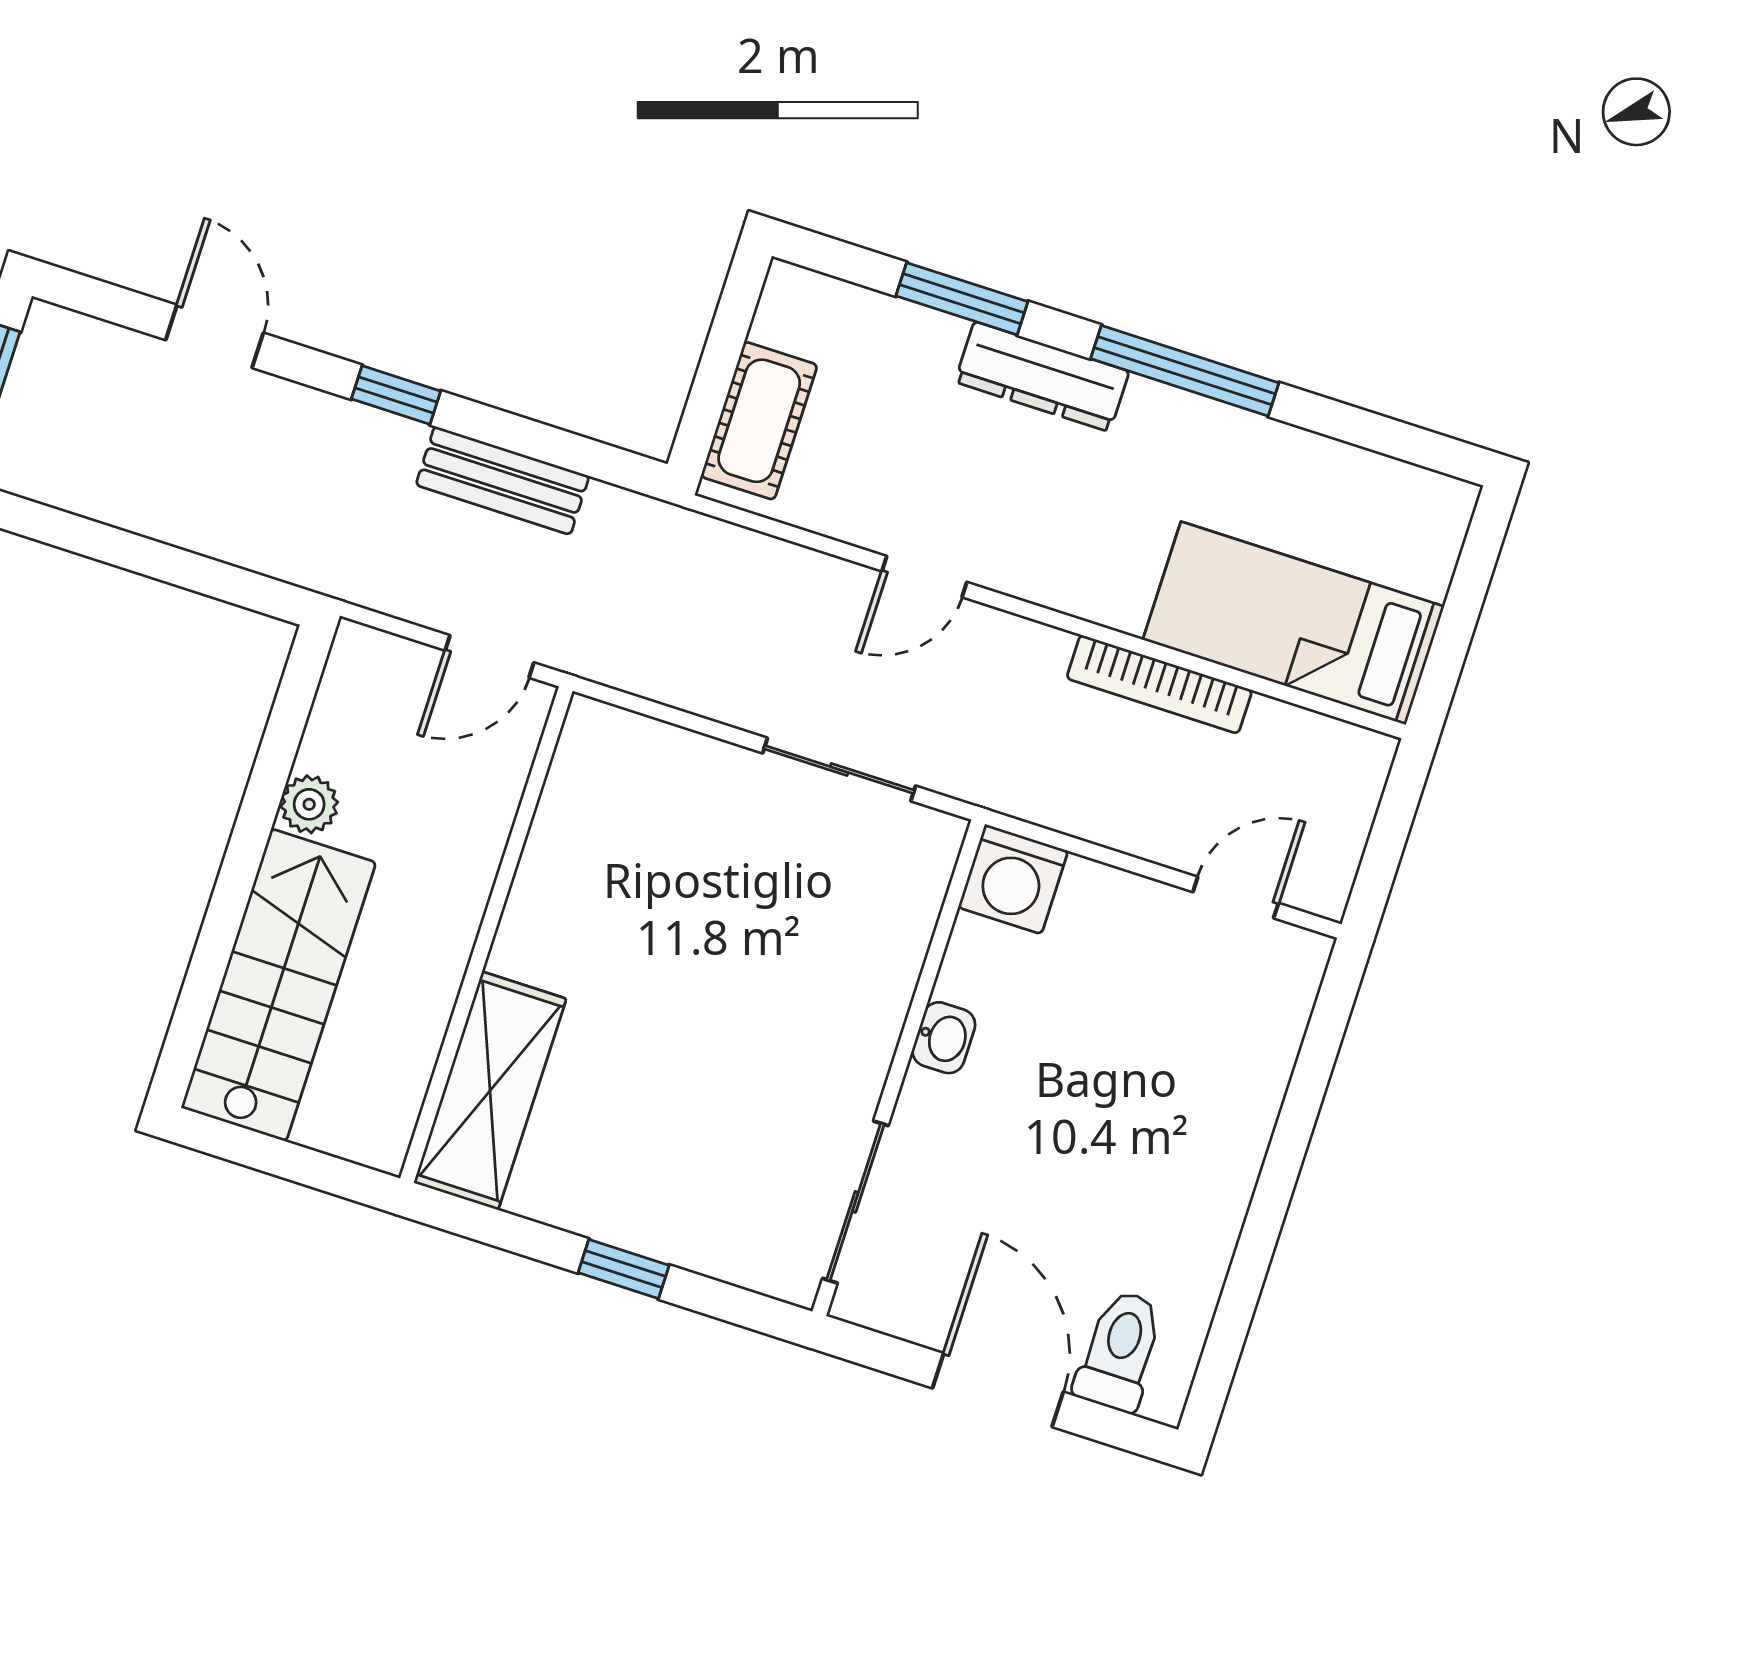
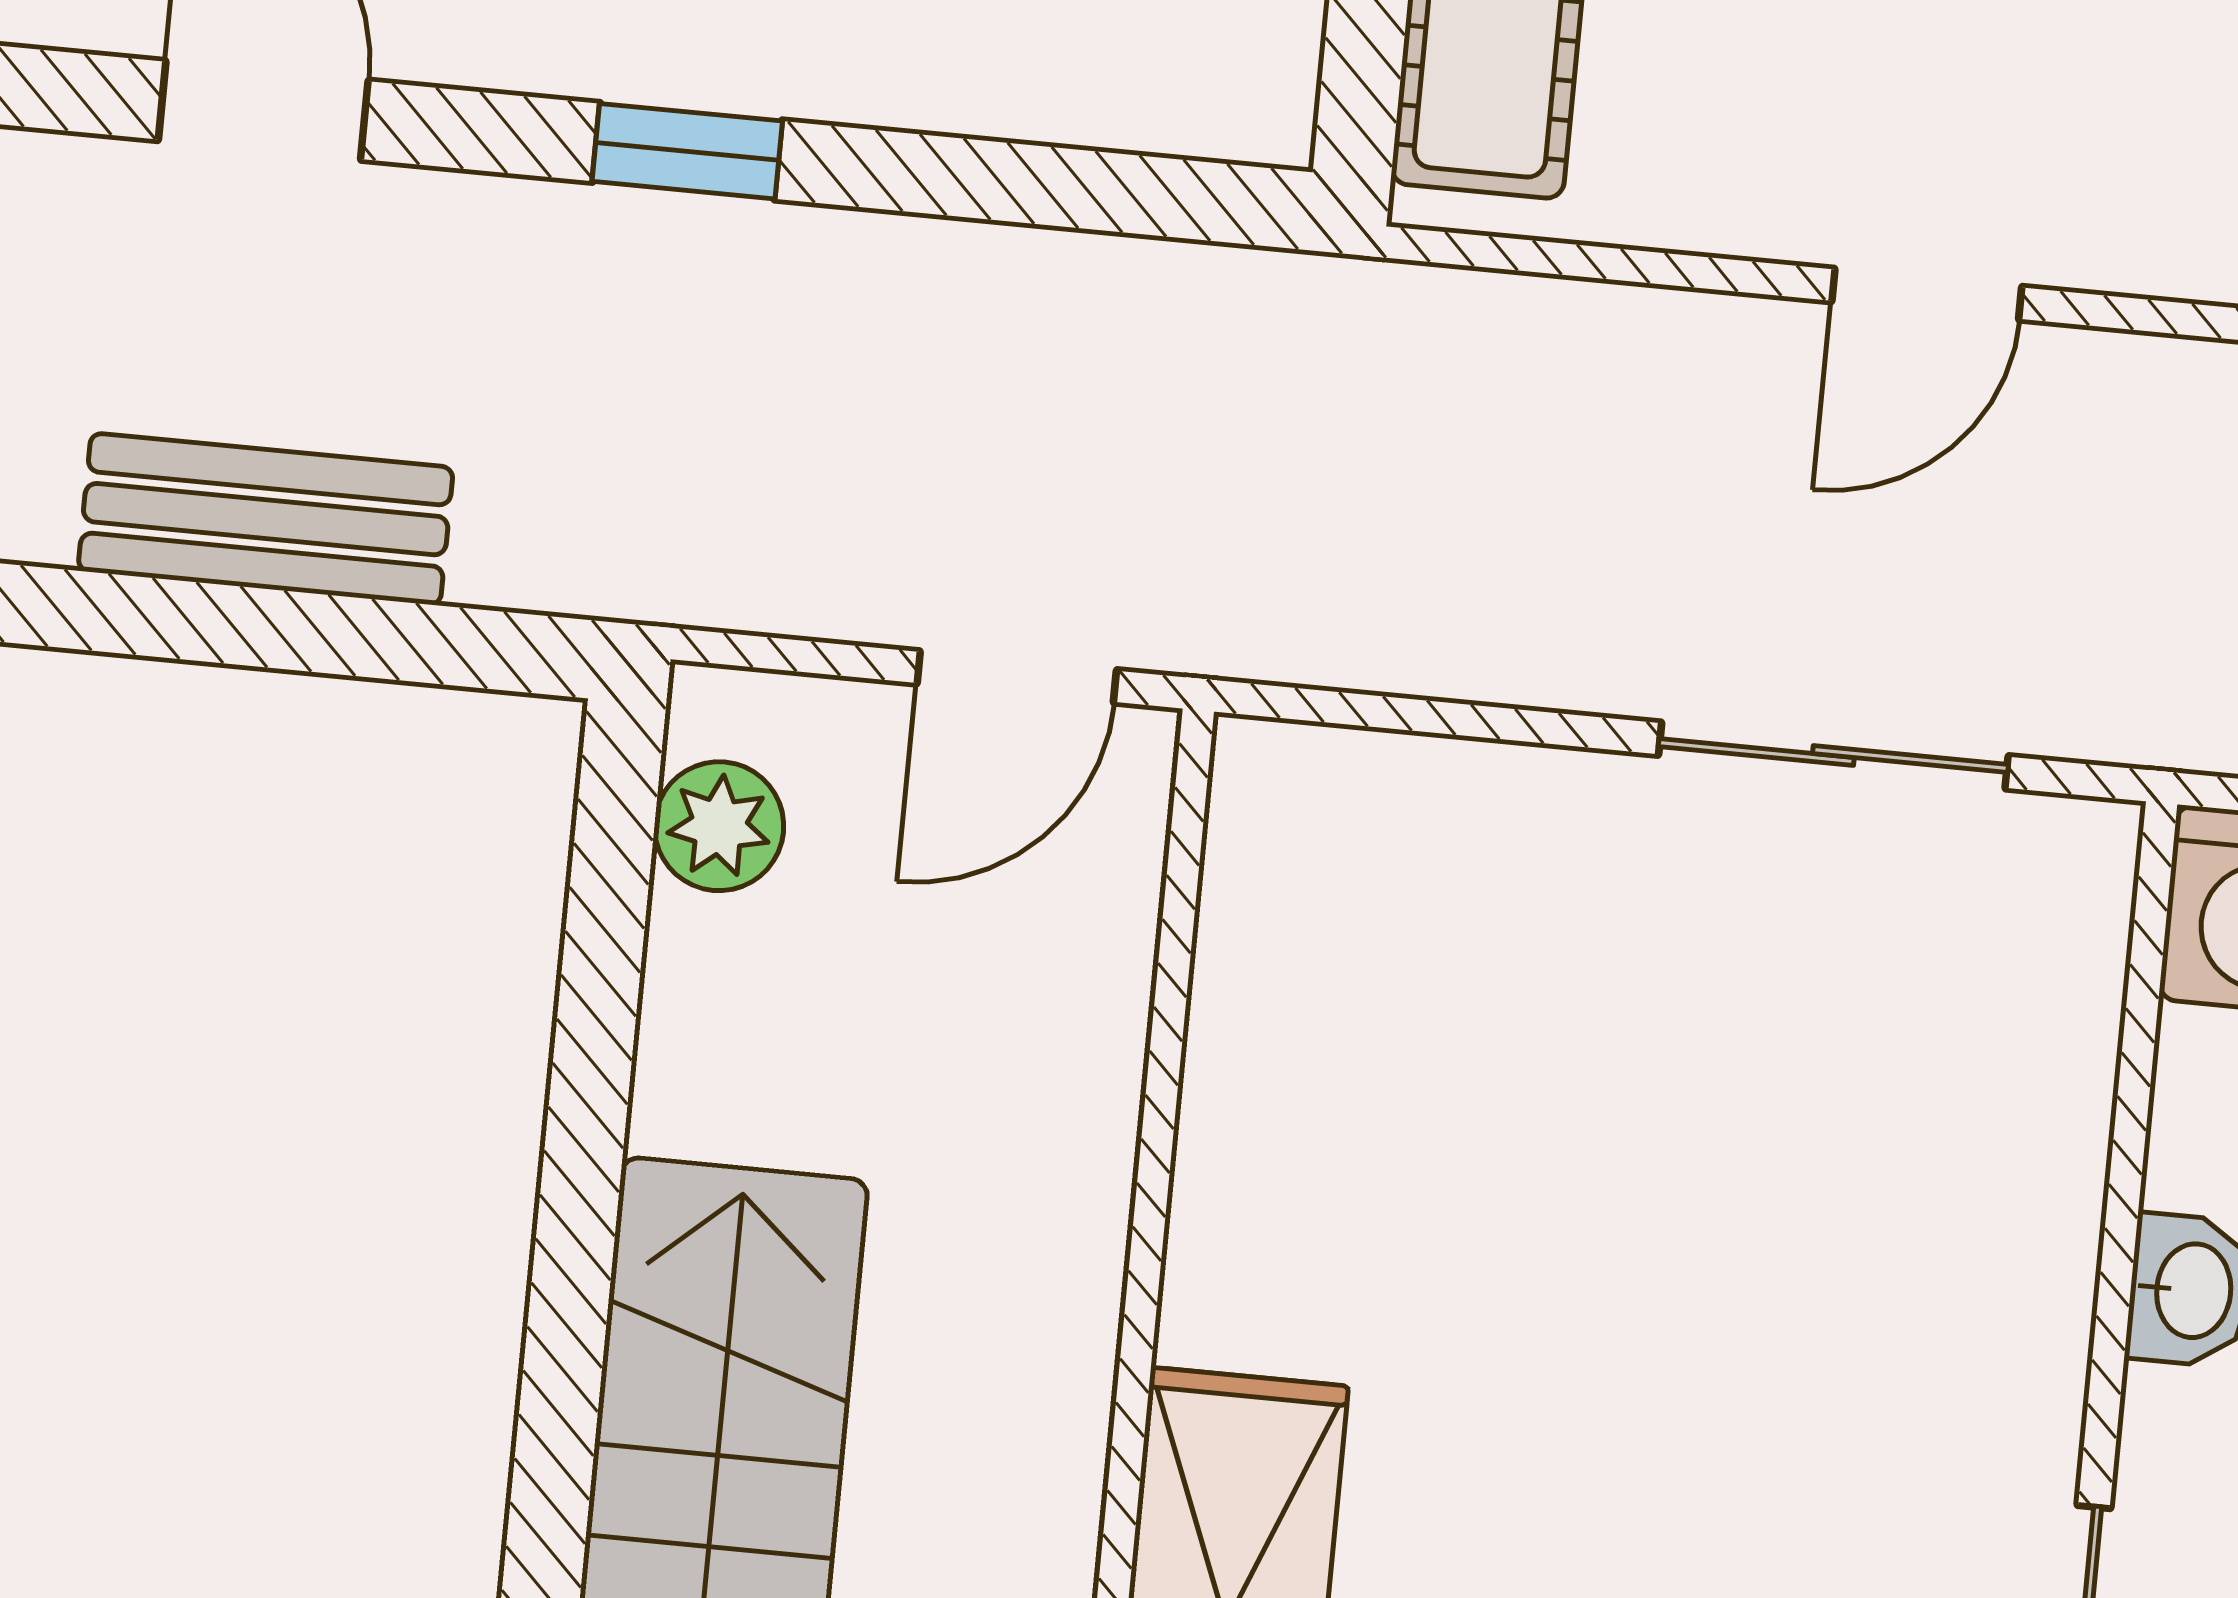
bench: (502, 480) -> (266, 519), moved
plant: (309, 804) -> (719, 826), moved

